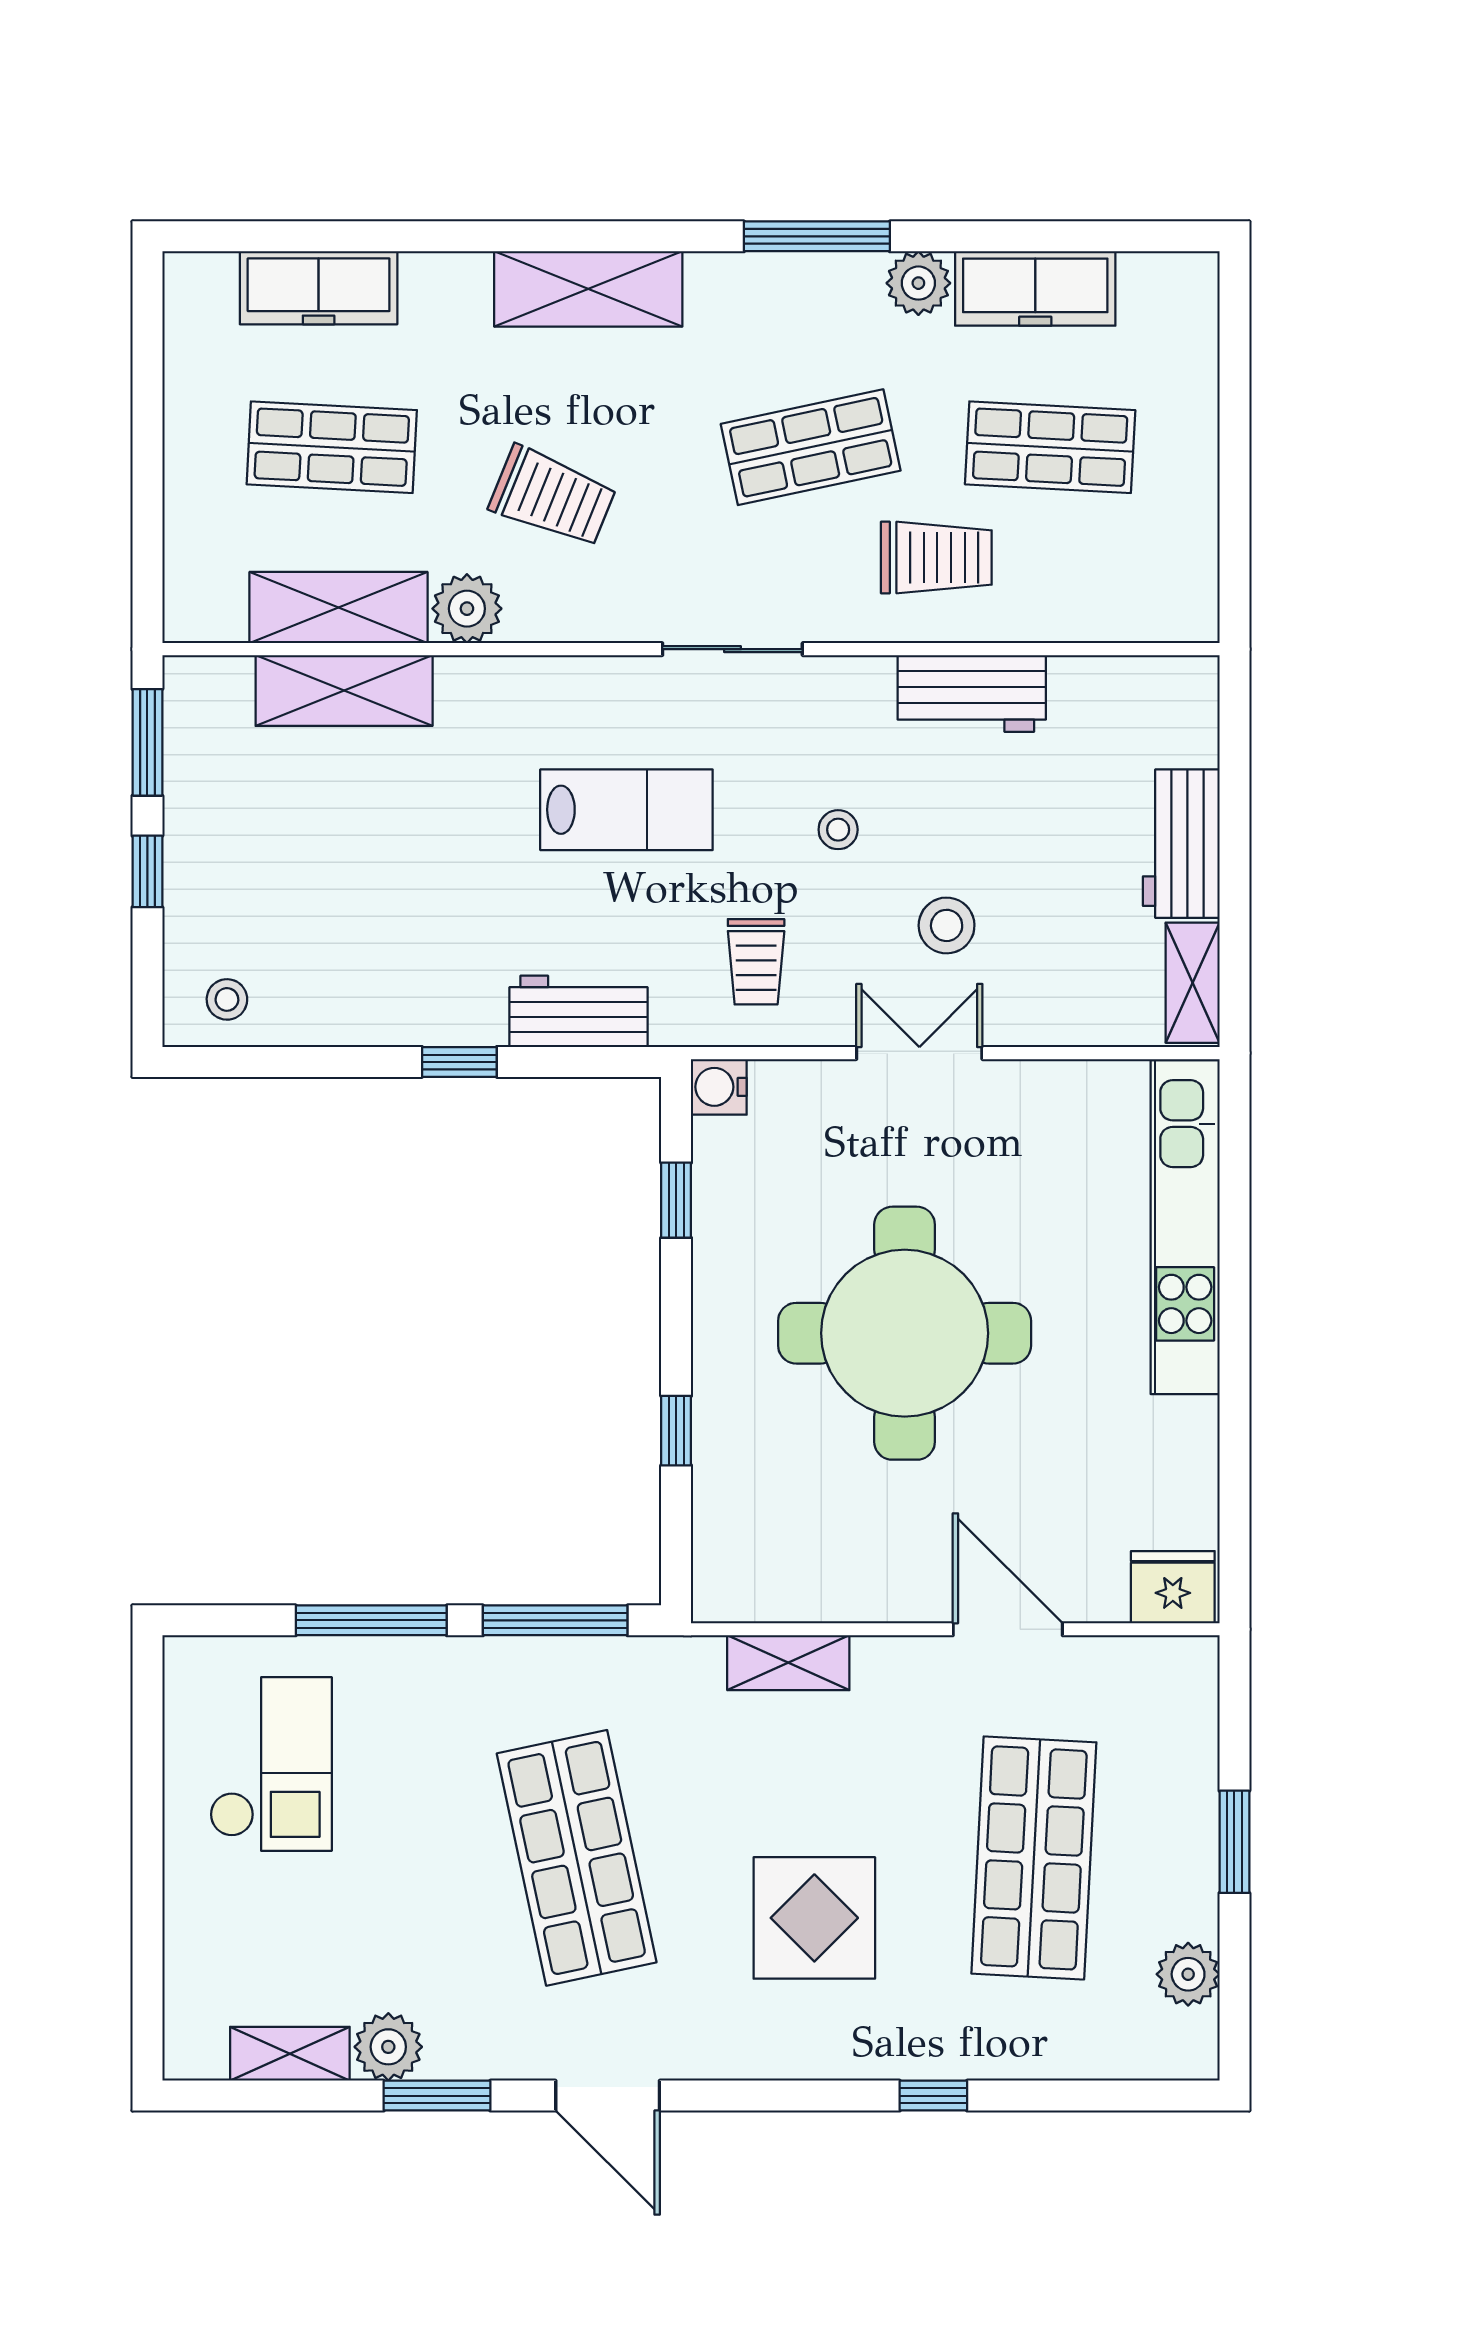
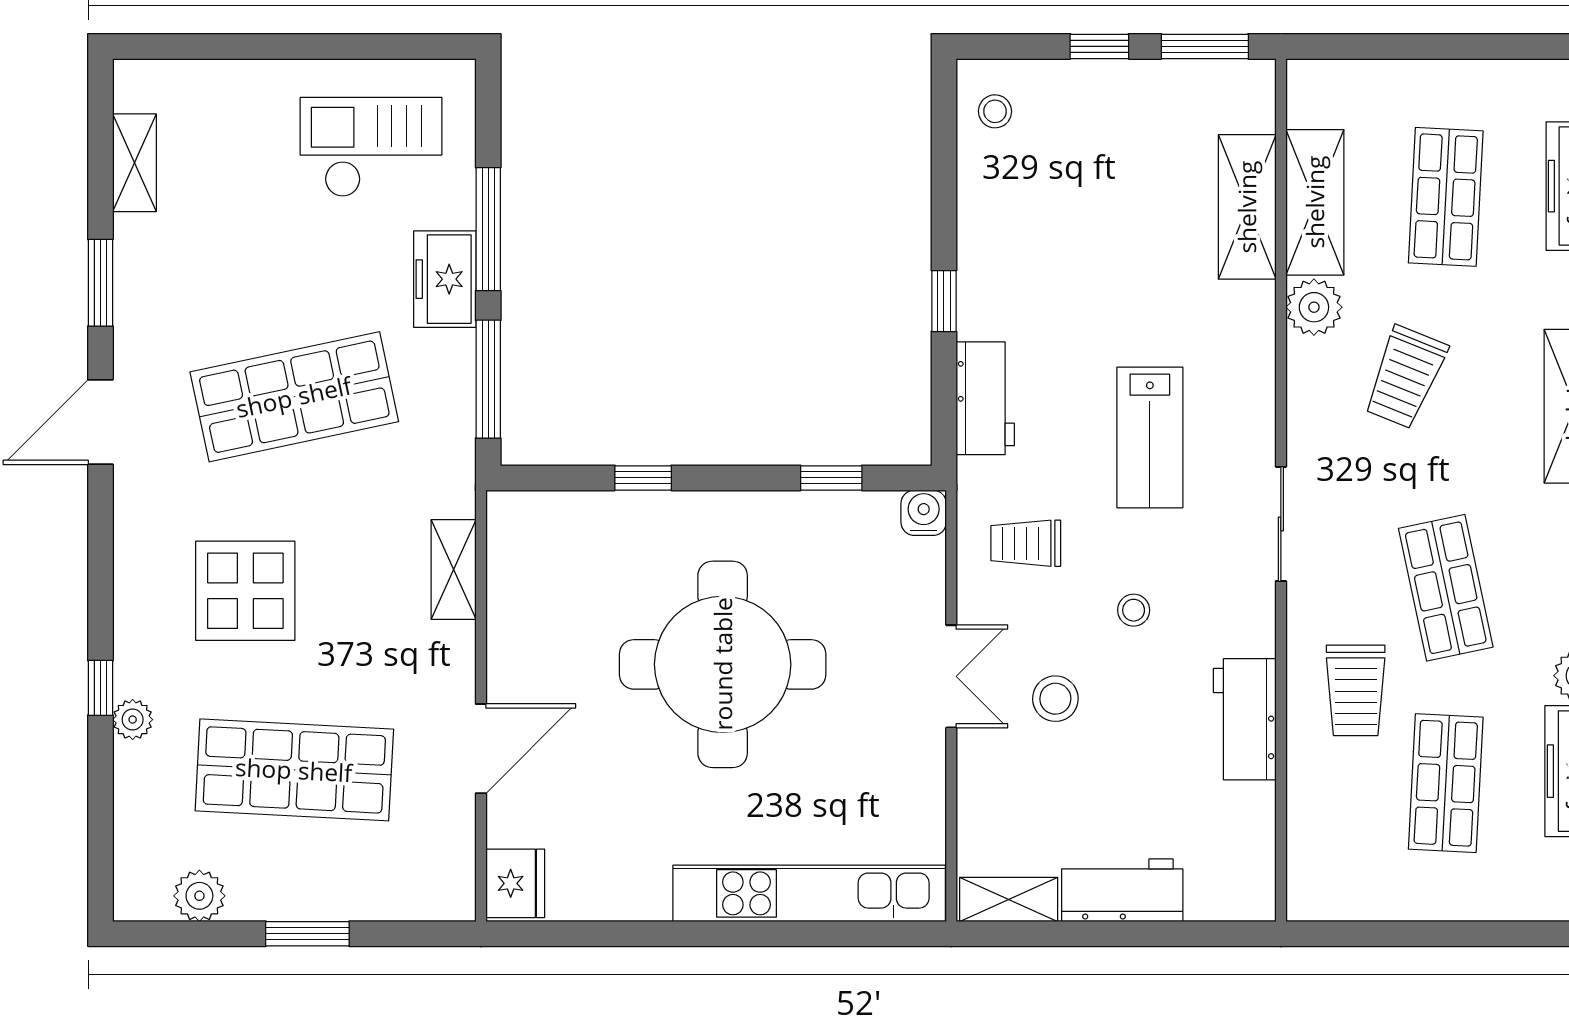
freezer: (433, 1674) -> (445, 279), added
checkout: (271, 1764) -> (371, 147), turned 180
plant: (388, 2047) -> (133, 720), moved, width x0.73, depth x0.73

